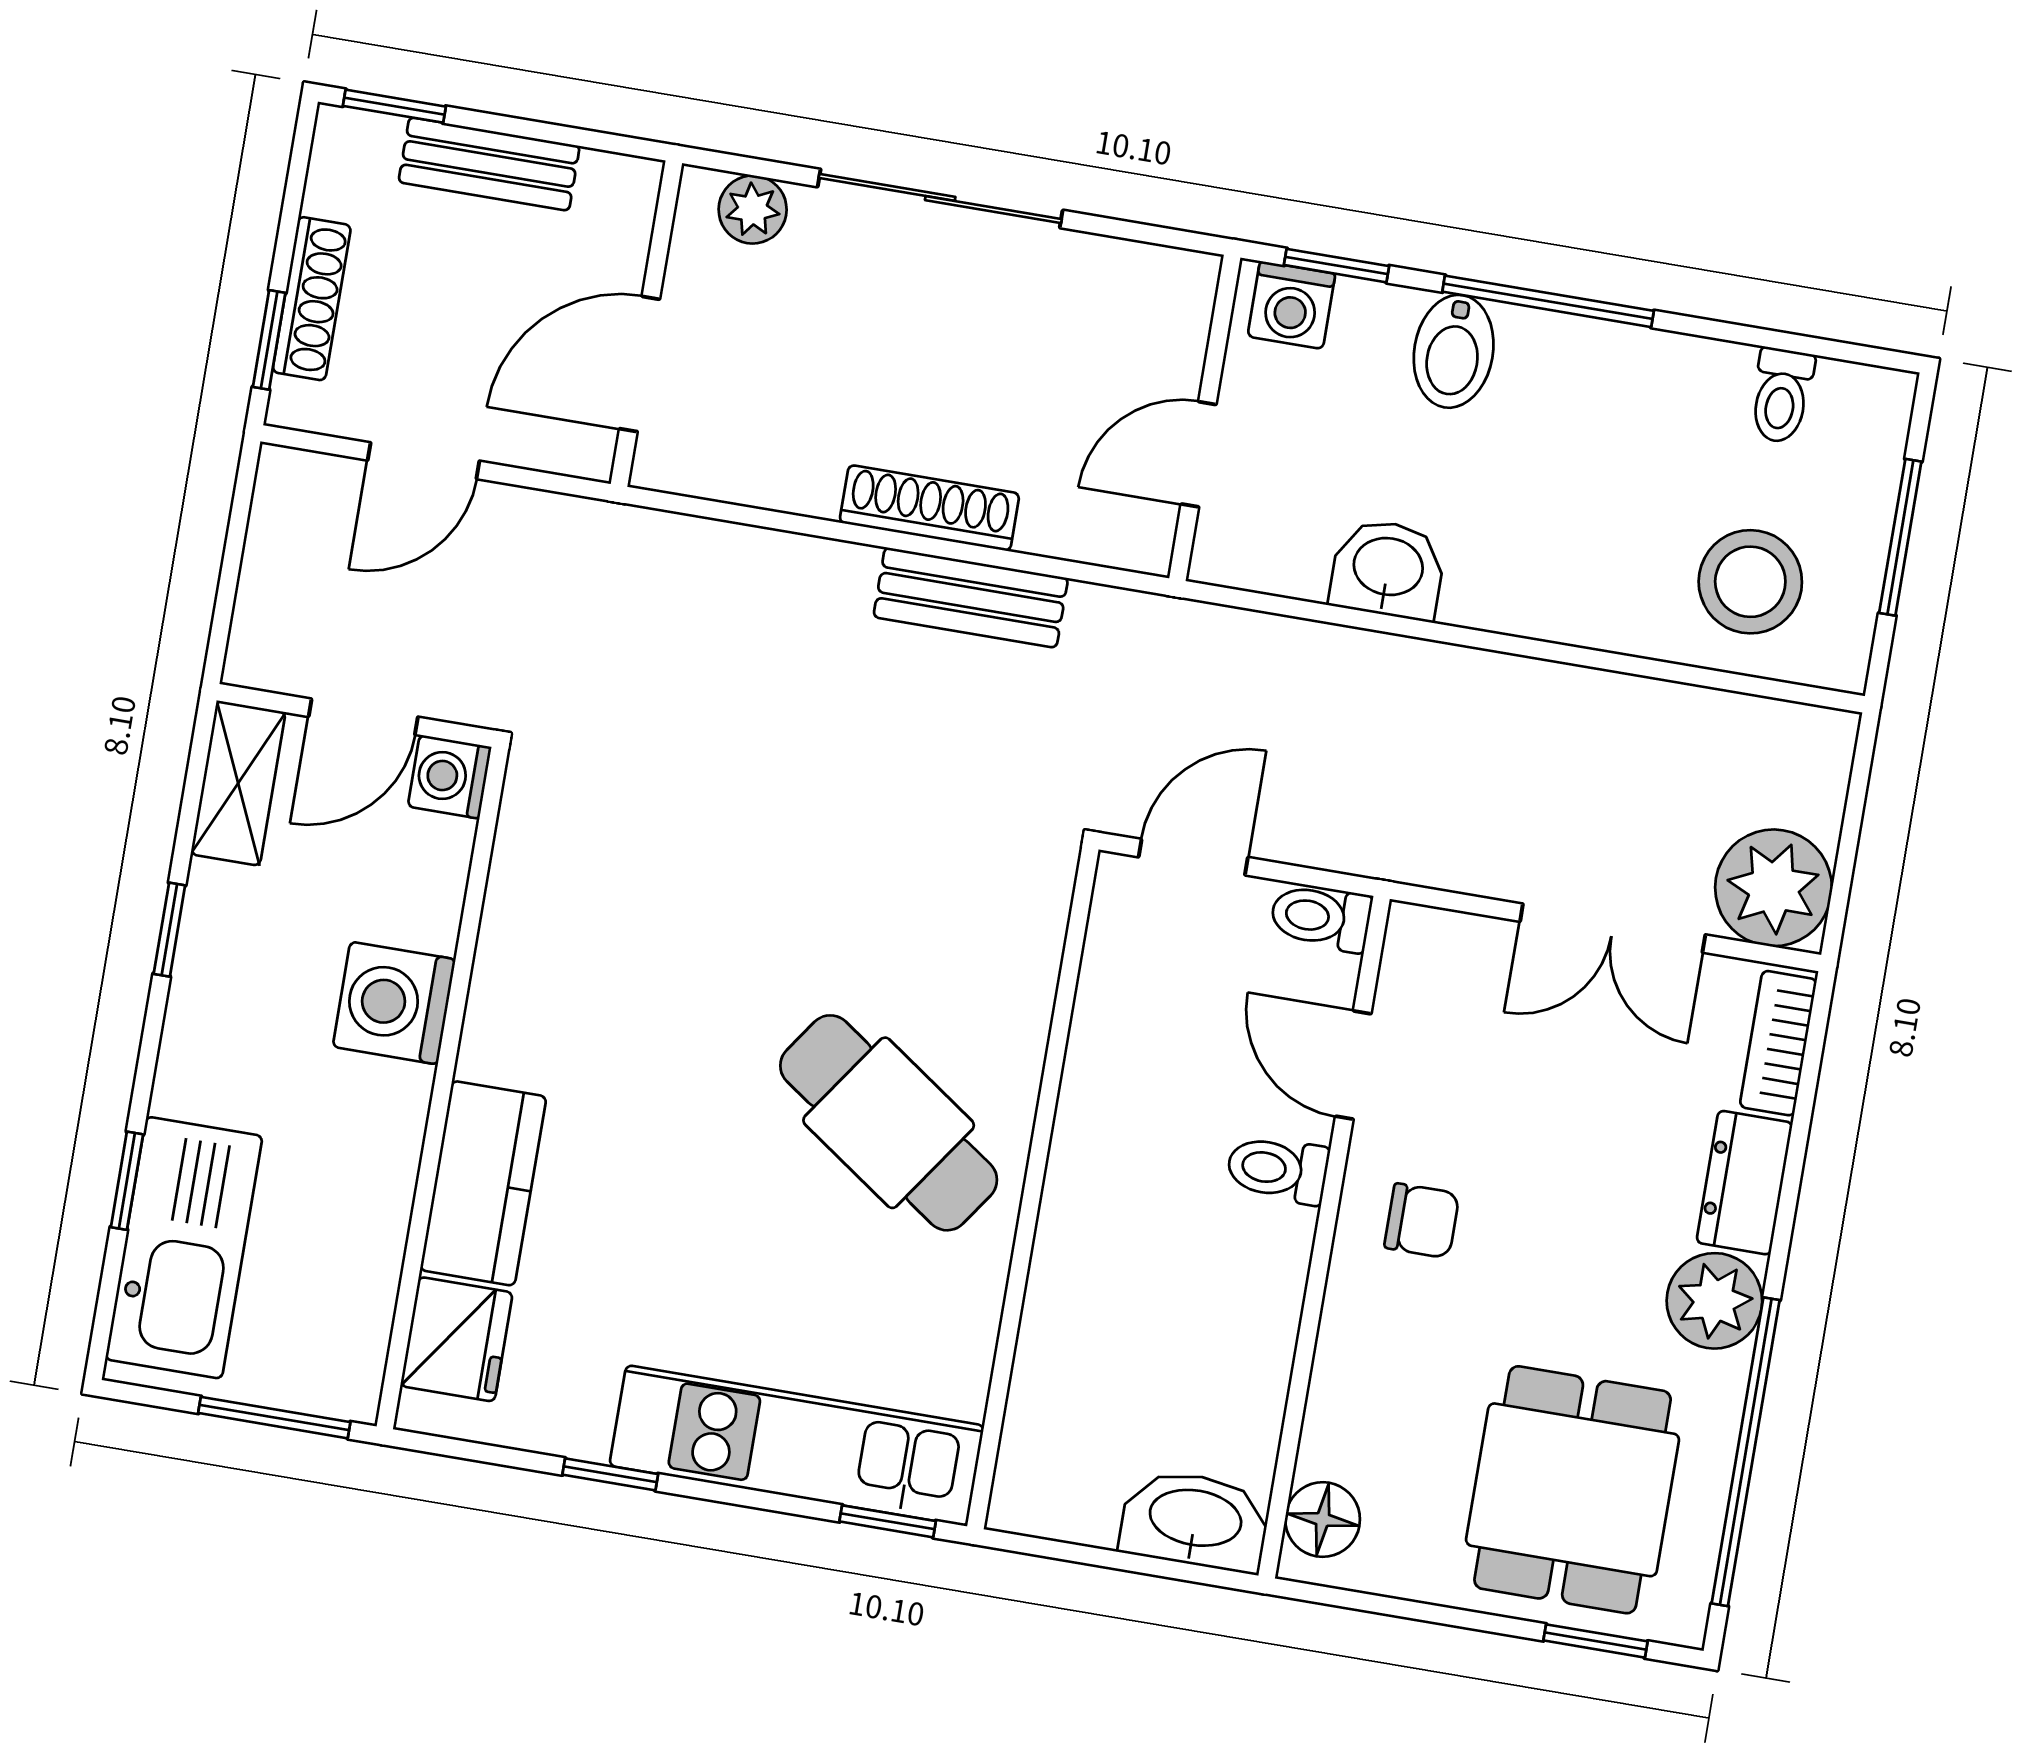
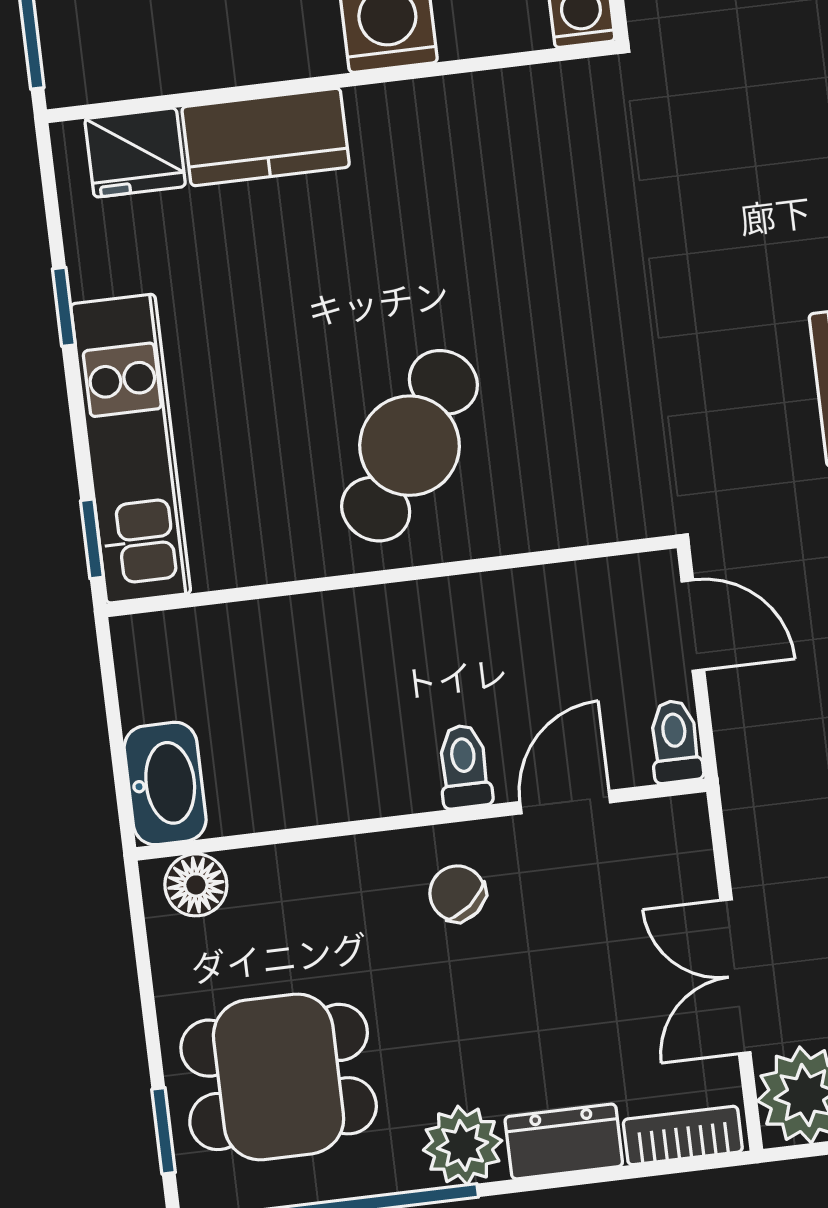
chair: (1422, 1221) -> (457, 893), turned 141

